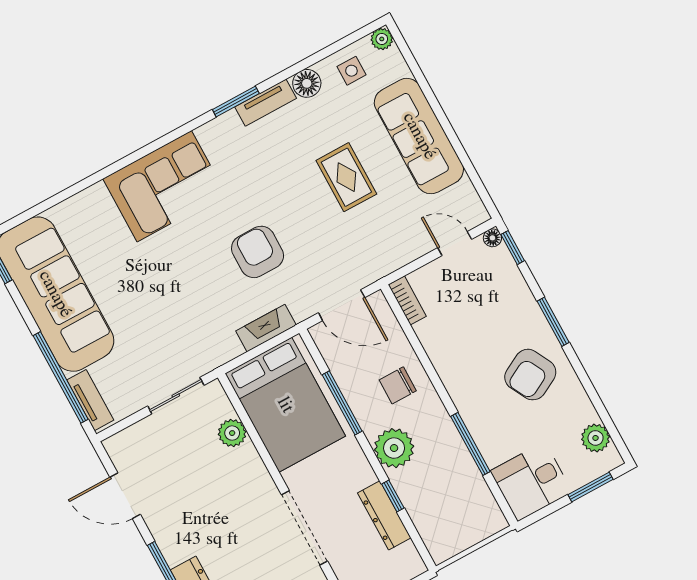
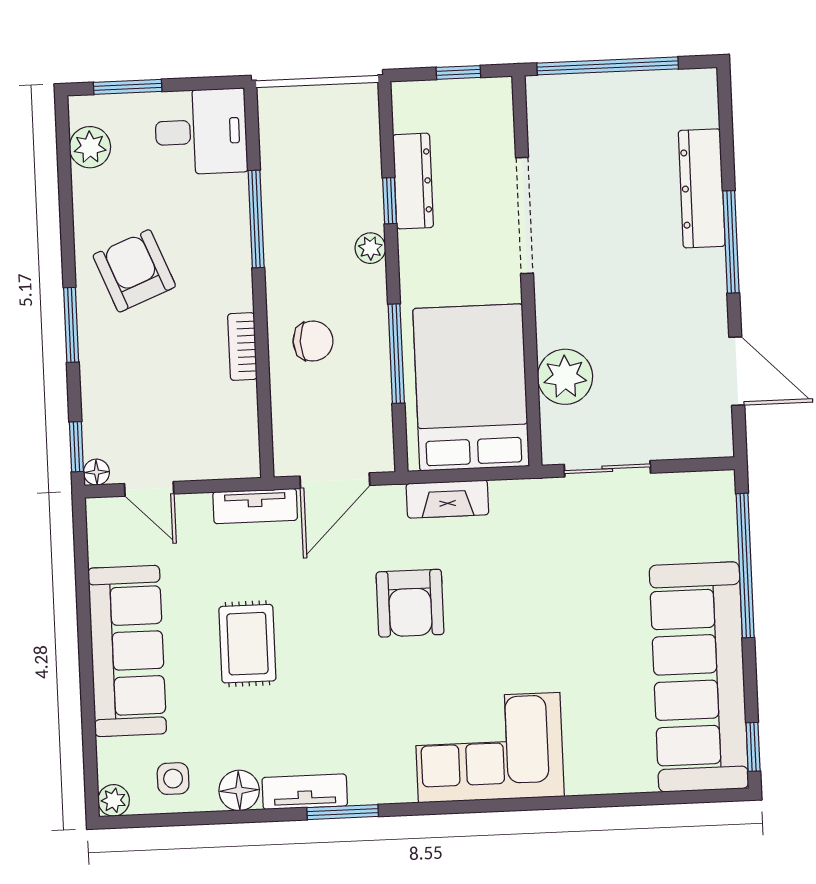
bookcase: (407, 300) -> (242, 347), moved
door: (342, 305) -> (335, 481), swing flipped
armchair: (530, 375) -> (134, 271), turned -84
tv unit: (90, 400) -> (255, 506), moved, turned -90
plant: (232, 433) -> (565, 377), width x1.36, depth x1.36
plant: (394, 448) -> (370, 248), width x0.53, depth x0.53

